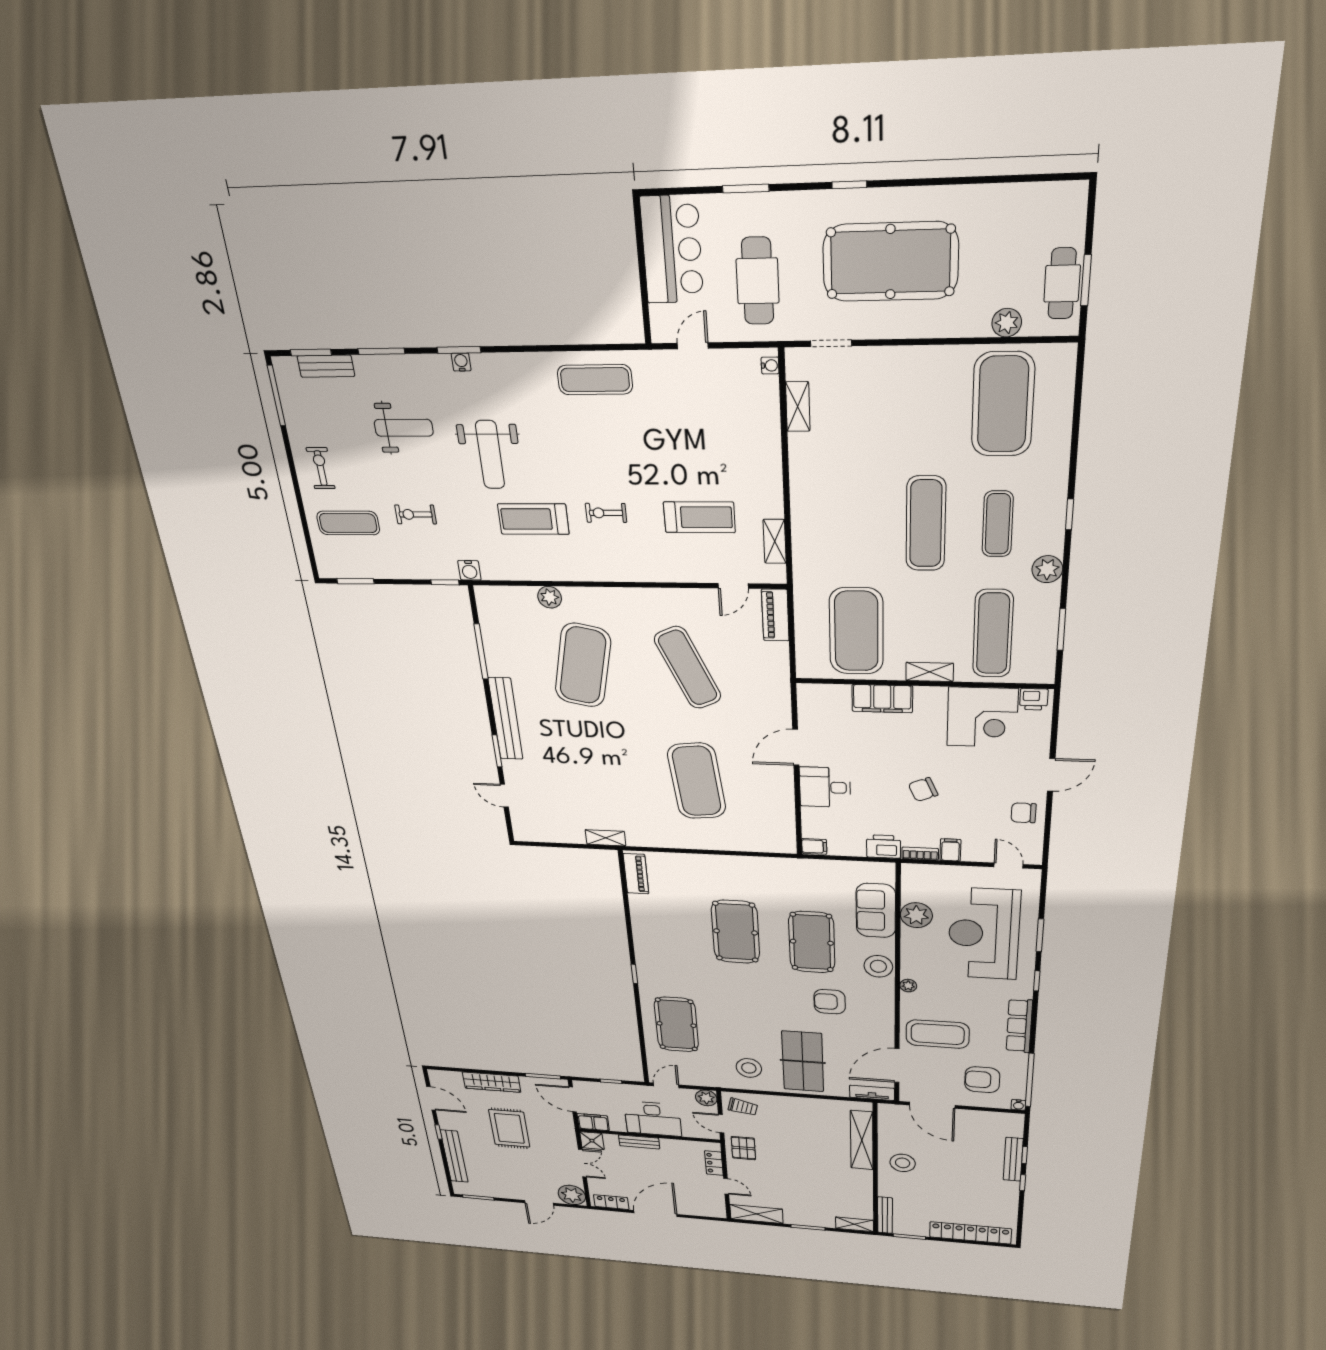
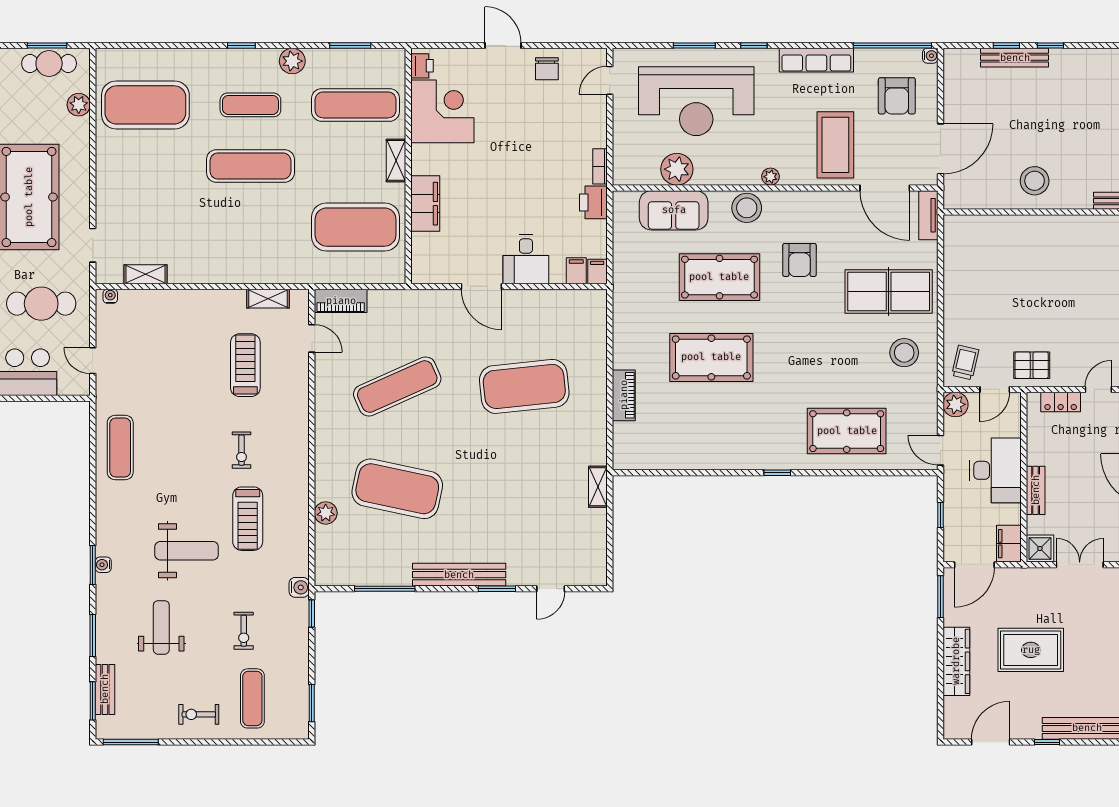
chair: (923, 790) -> (524, 165), removed
filing cabinet: (950, 850) -> (576, 271), moved, turned 90
piano: (636, 874) -> (624, 395), moved, turned 90
shelving: (862, 1140) -> (1003, 227), removed

